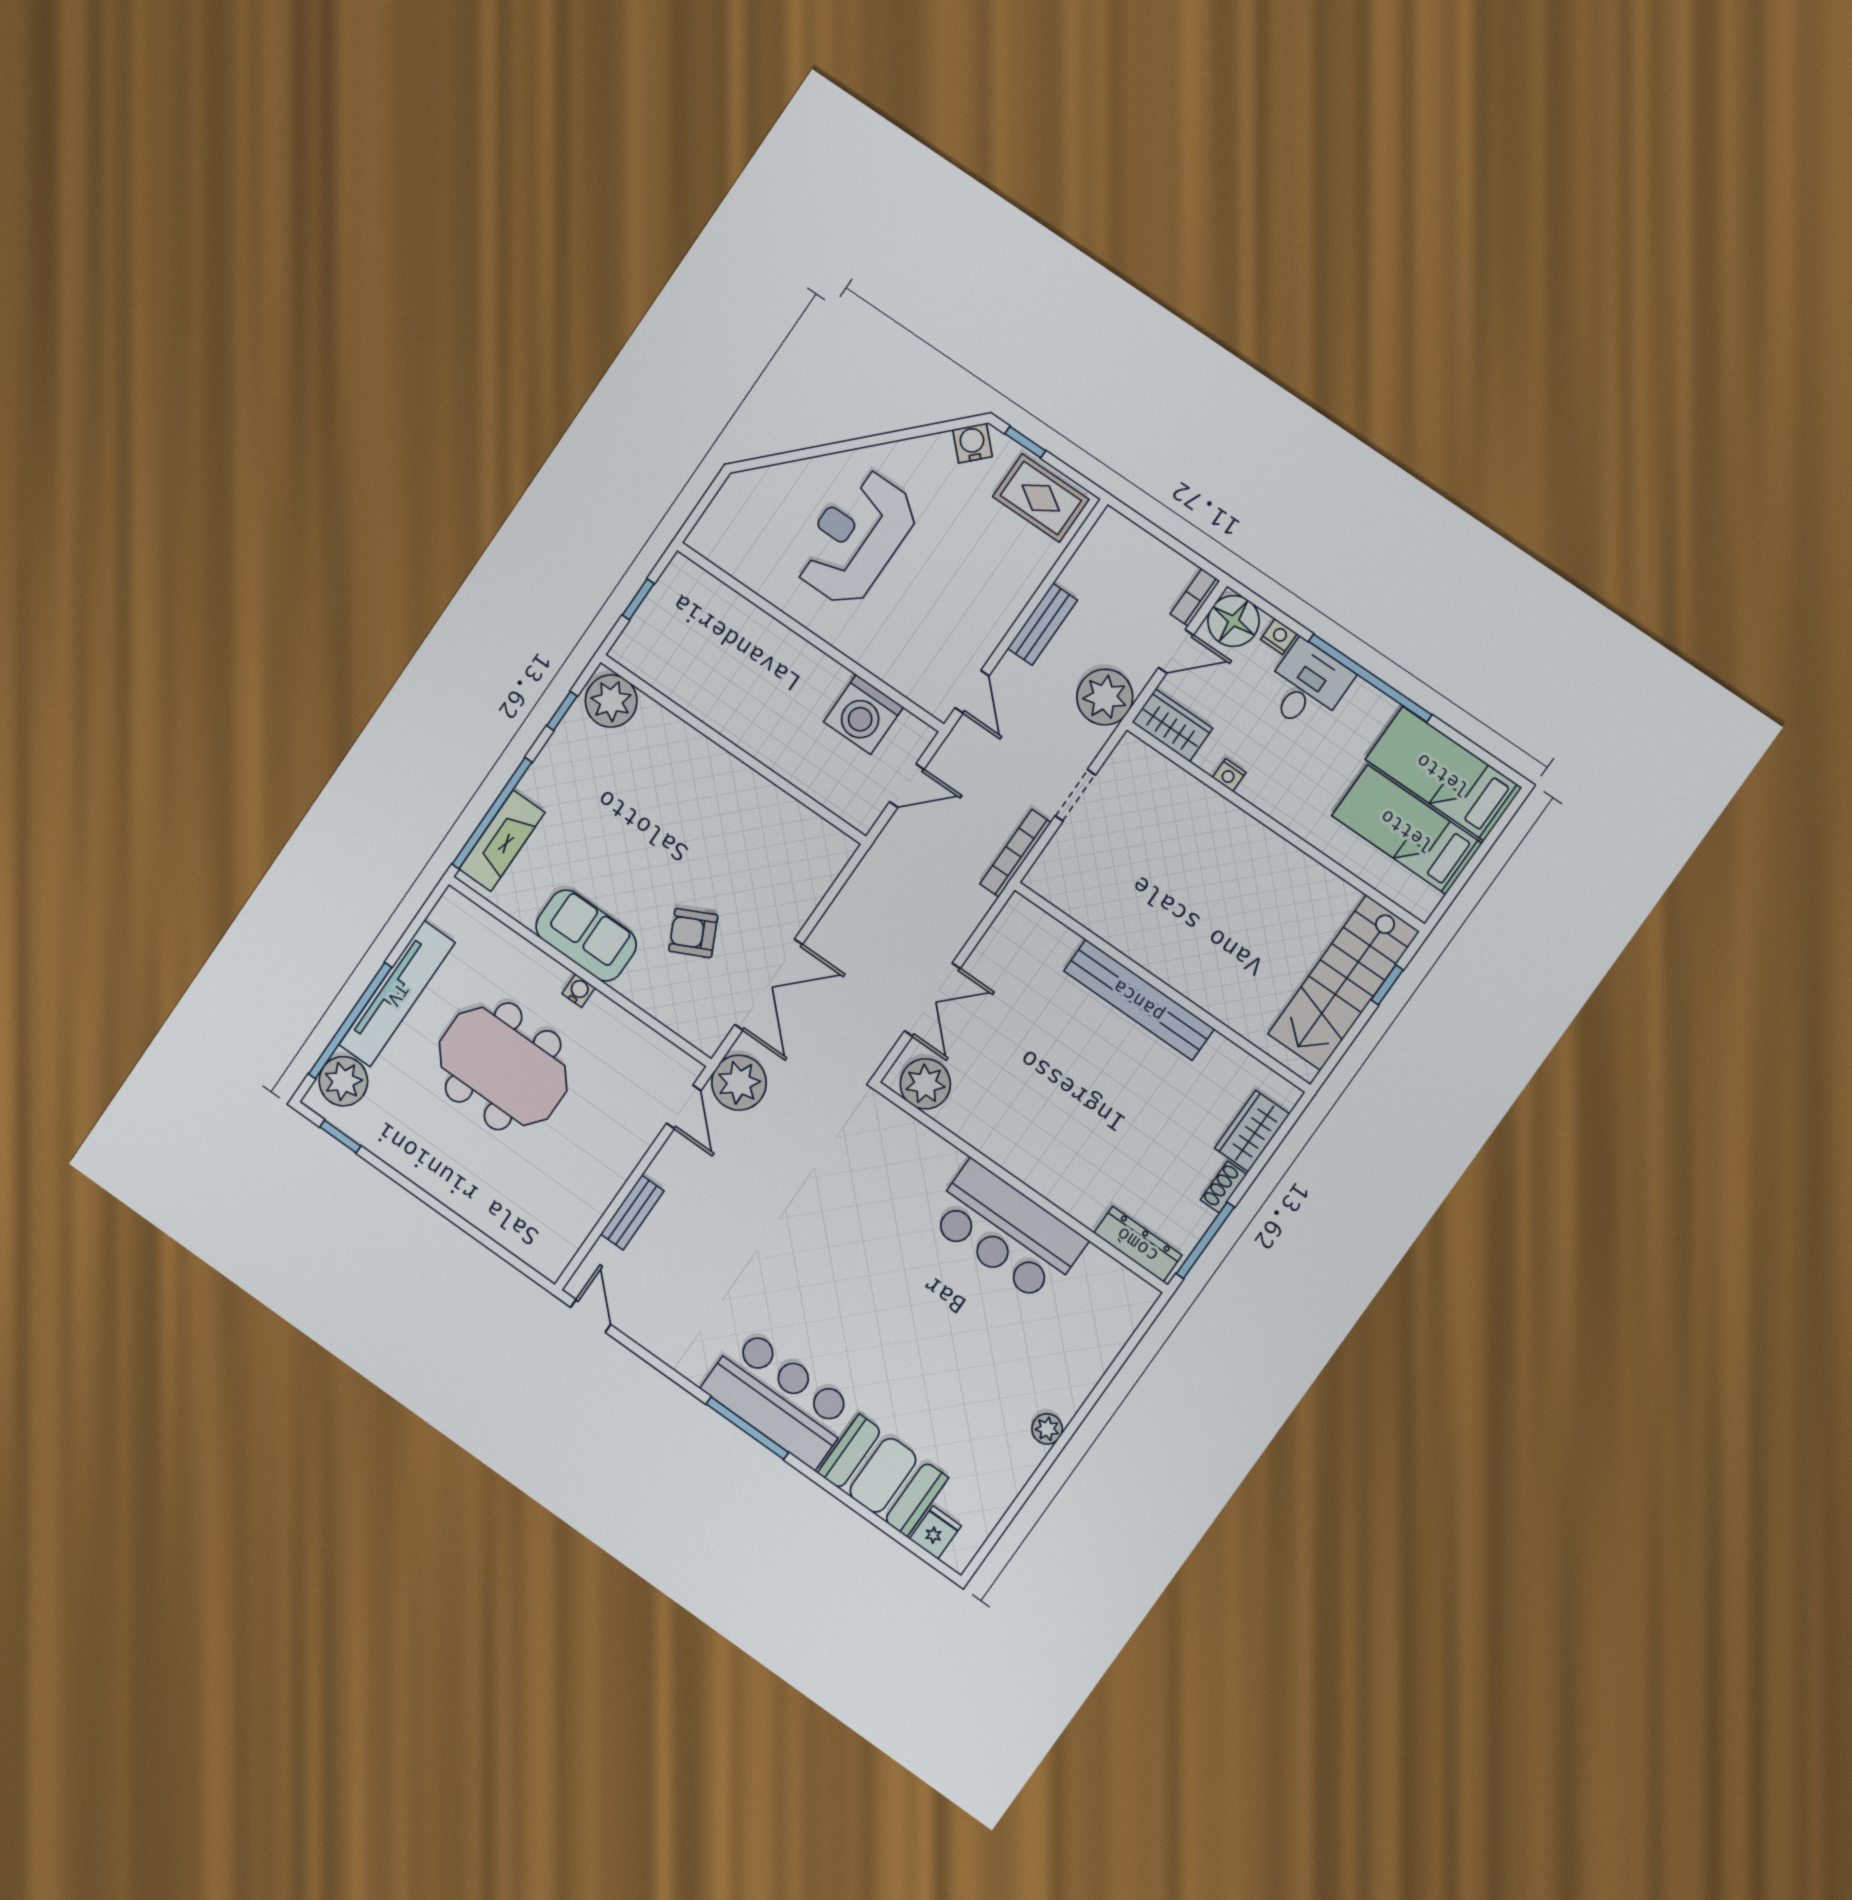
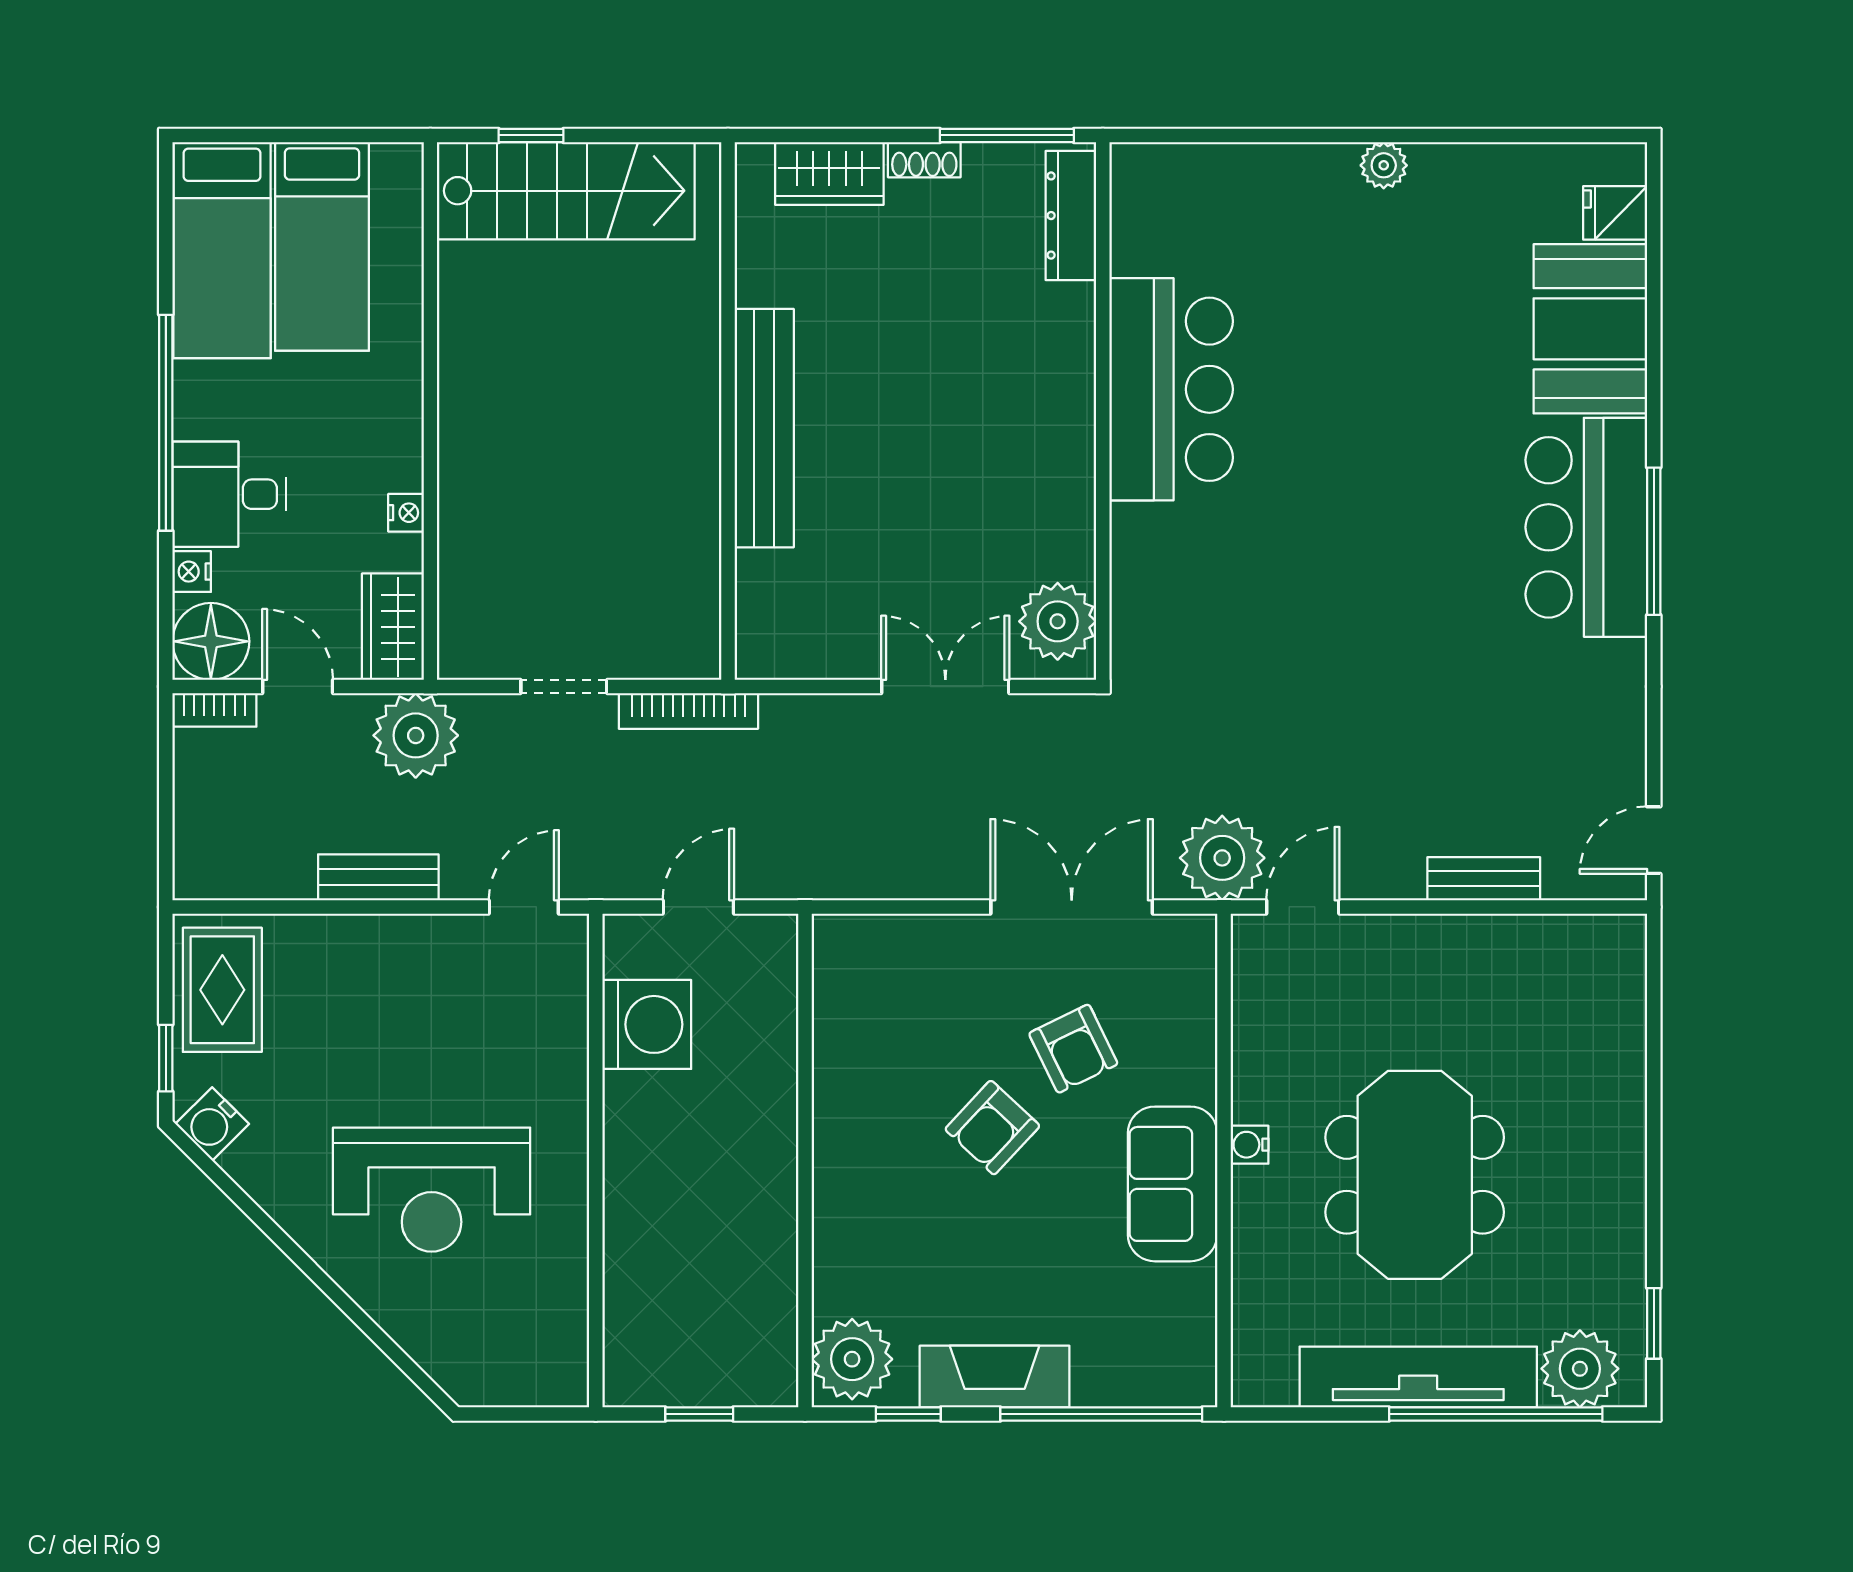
door: (907, 786) -> (698, 907), hinge flipped
fireplace: (502, 841) -> (995, 1377), moved
armchair: (681, 861) -> (992, 1128), added

